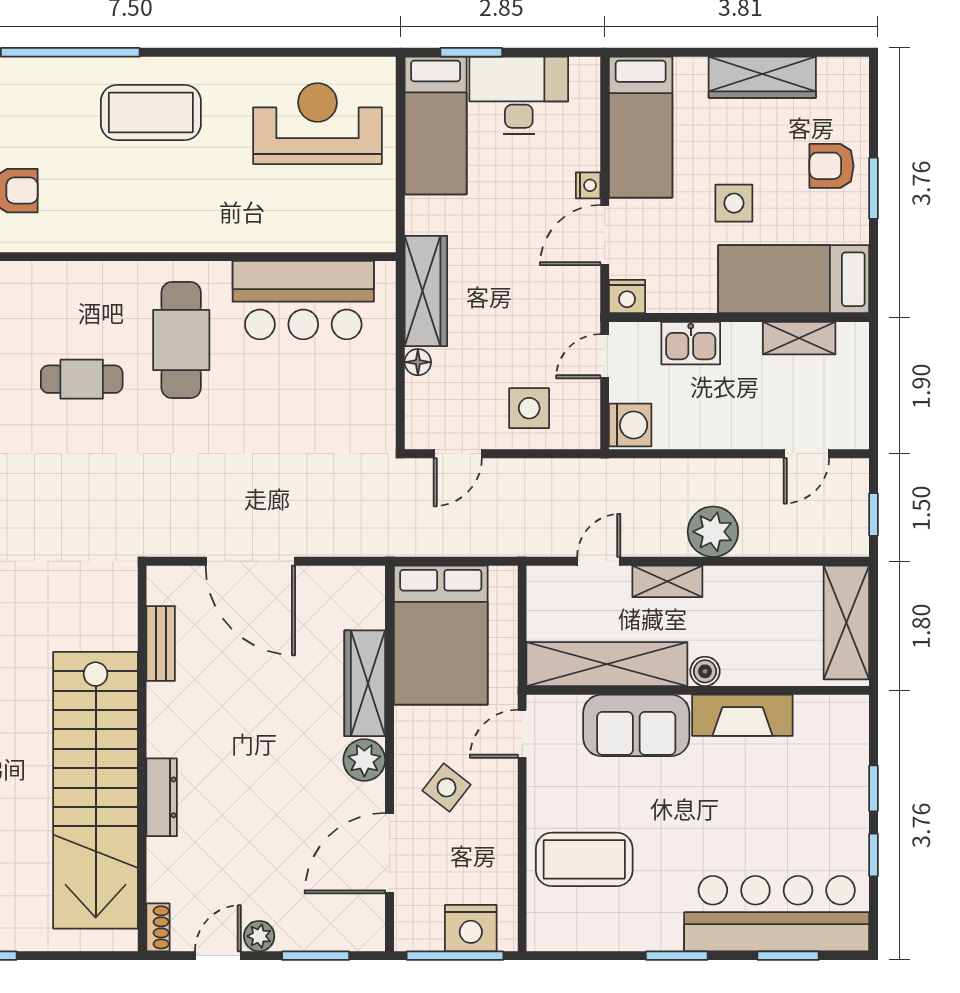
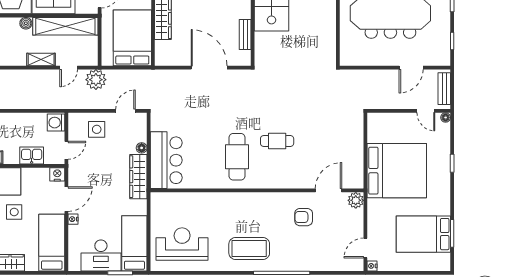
reception desk: (317, 124) -> (182, 244), turned 180
bar counter: (303, 300) -> (166, 160), moved, turned 90
plant: (713, 532) -> (96, 80), moved

